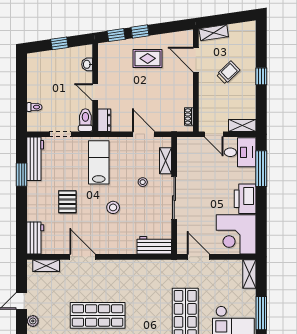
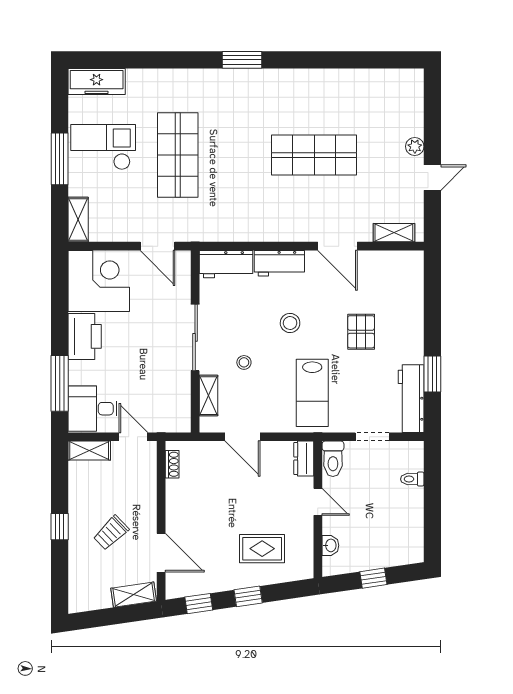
window: (116, 35) -> (199, 604), moved
rug: (148, 58) -> (262, 549), moved
workbench: (35, 238) -> (279, 263), moved, turned -90

